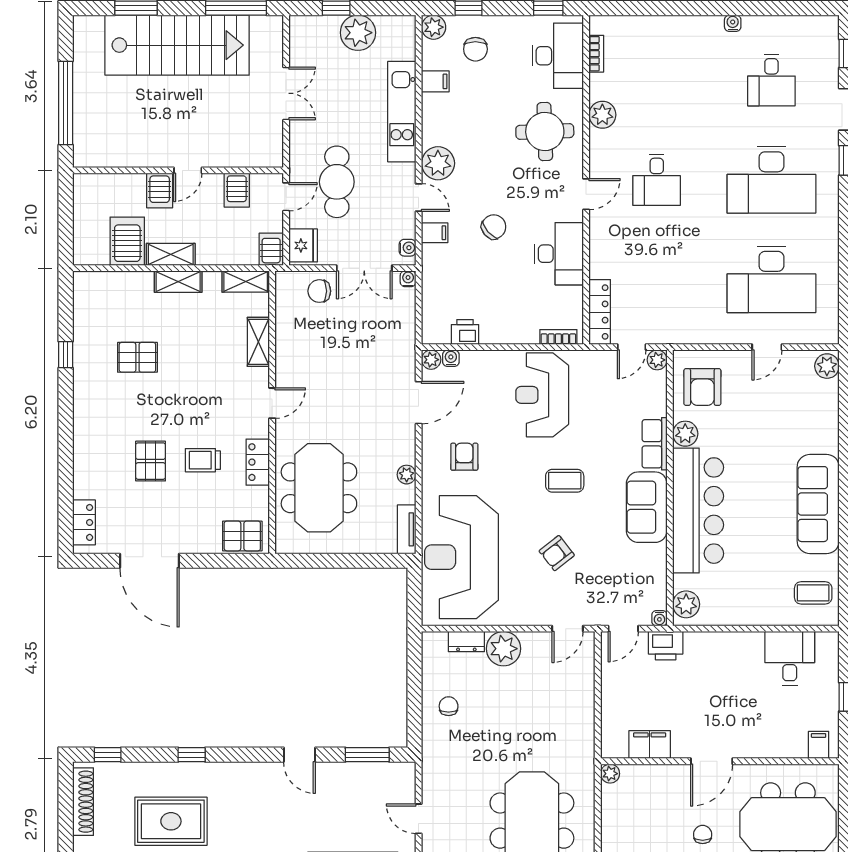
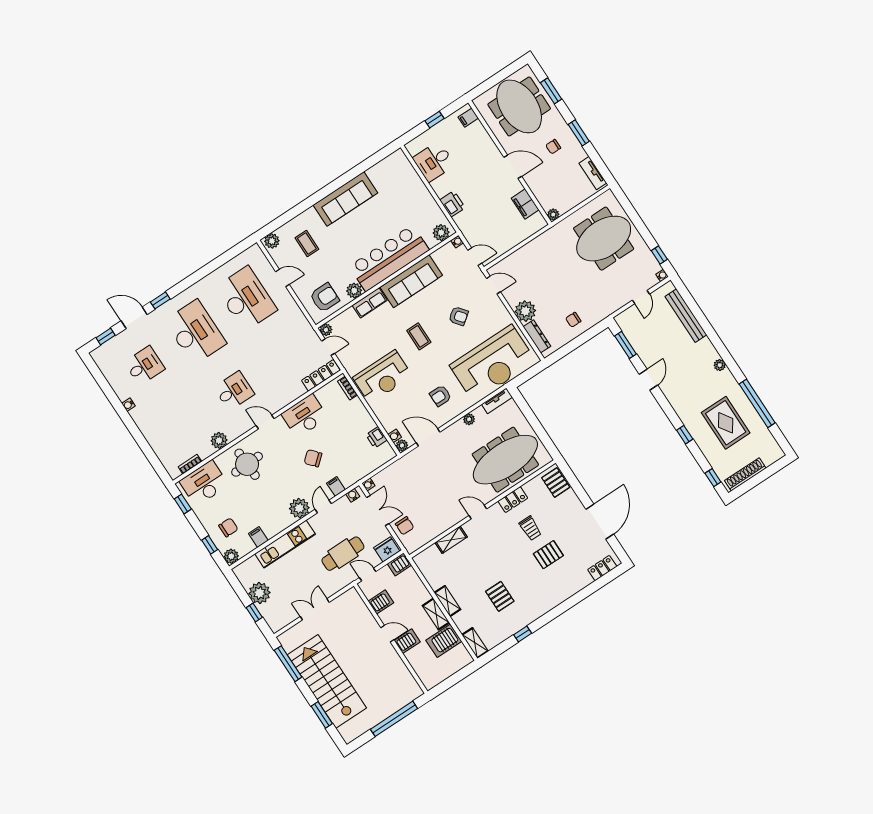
shelving: (246, 282) -> (475, 643), moved
meeting table: (319, 488) -> (505, 460), width x1.36
sofa: (647, 507) -> (411, 281), width x1.36
coffee table: (813, 593) -> (307, 243), moved
dresser: (466, 642) -> (537, 336), width x1.44
printer: (666, 646) -> (452, 204), moved

